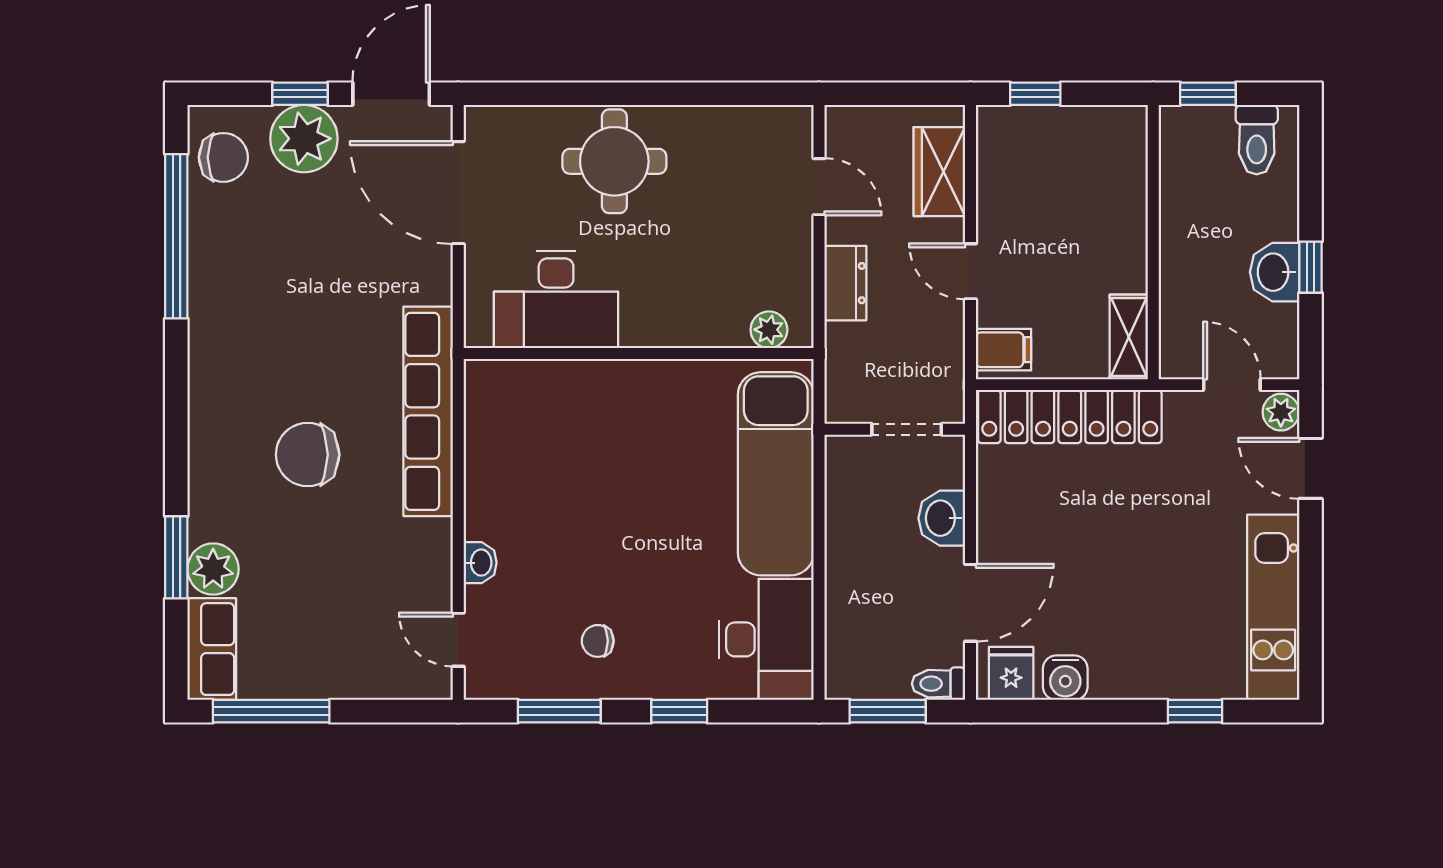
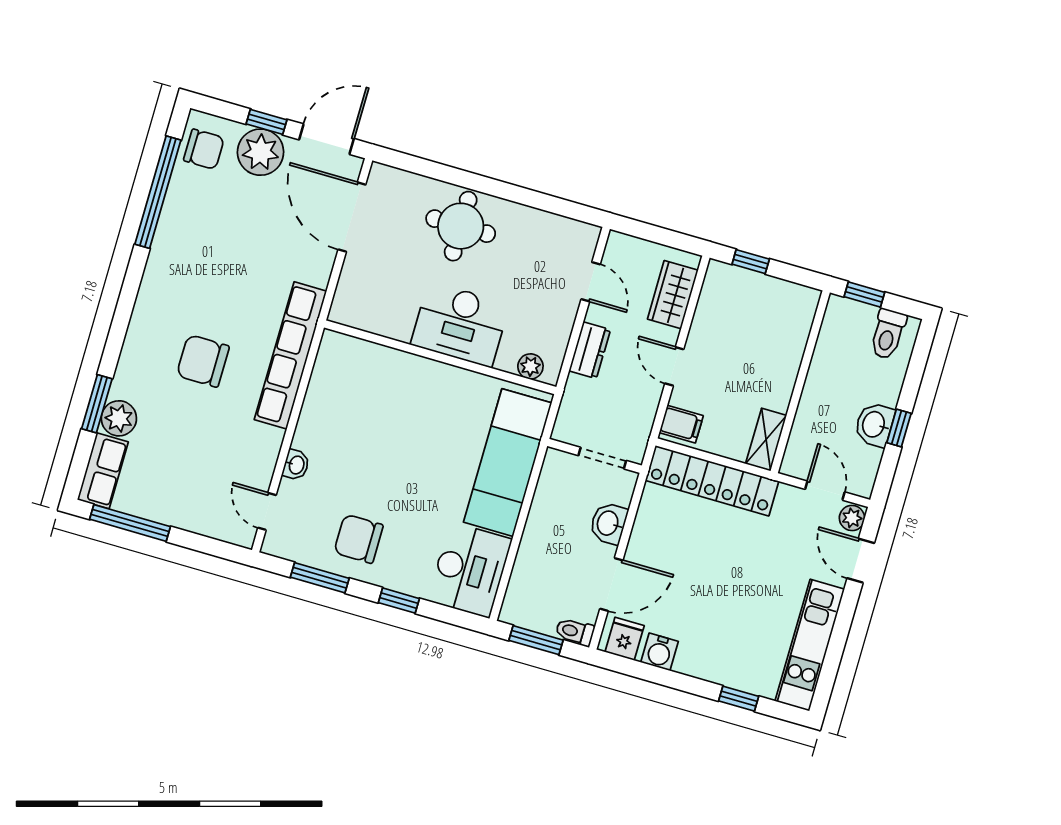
desk: (556, 299) -> (460, 324), moved
chair: (598, 641) -> (358, 539), width x1.87, depth x1.87

